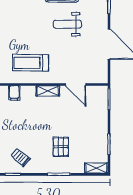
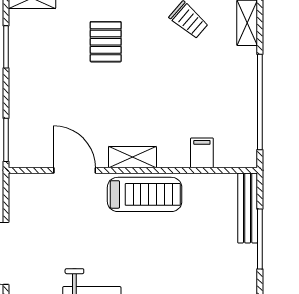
treadmill: (30, 63) -> (145, 194), moved

